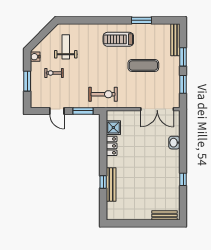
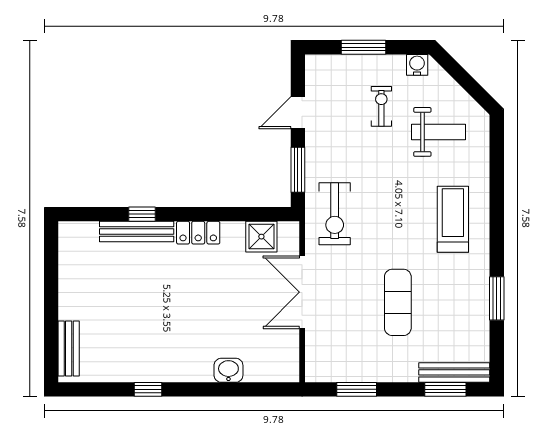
treadmill: (118, 39) -> (453, 219), moved
window: (183, 57) -> (445, 389), moved
double door: (157, 109) -> (302, 292), moved
locker: (112, 146) -> (198, 233), moved

